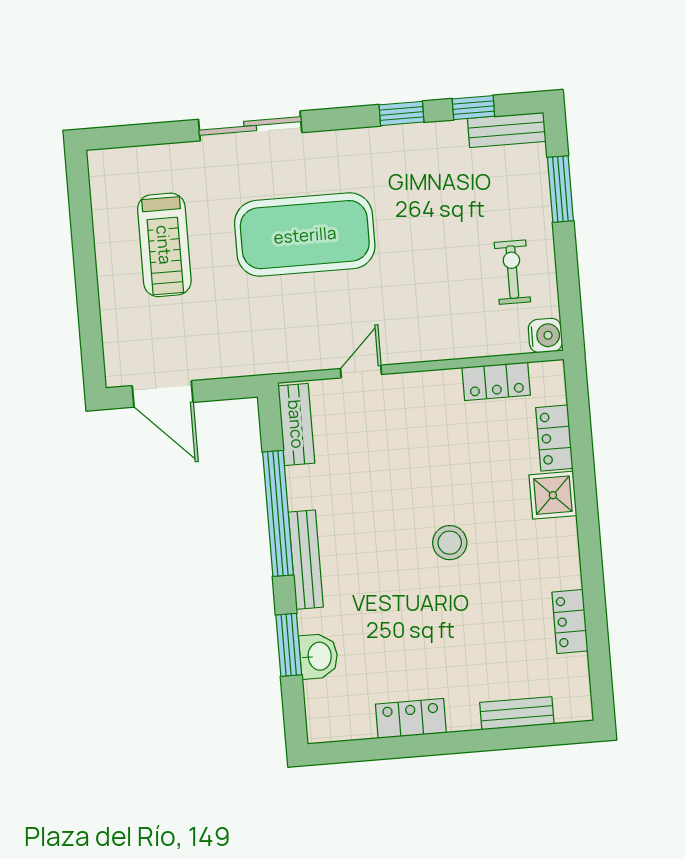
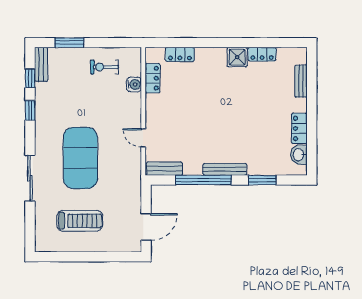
water cooler: (545, 335) -> (134, 84), moved, turned 90
shower: (553, 495) -> (237, 57), moved
stool: (450, 543) -> (223, 105), removed
washbasin: (319, 656) -> (299, 155), moved, turned -90

